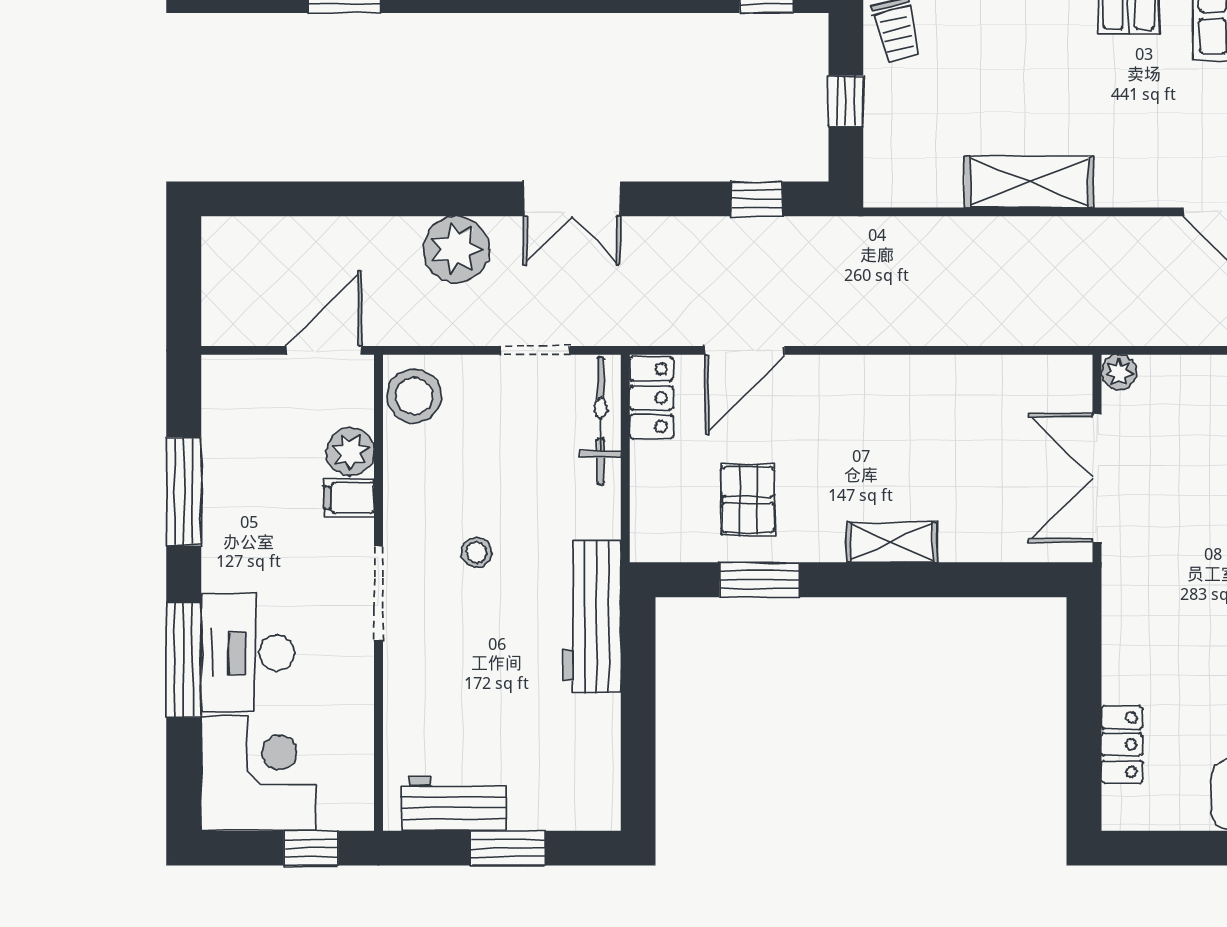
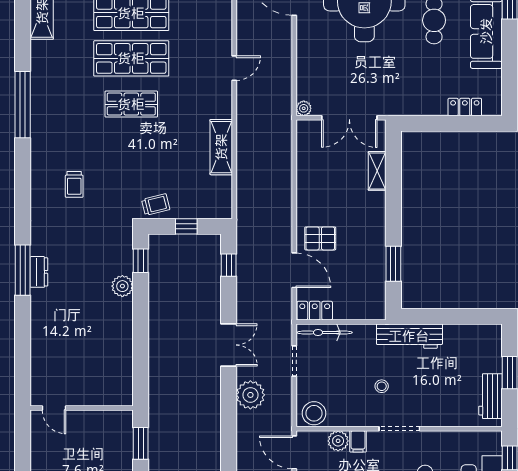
pallet: (748, 500) -> (320, 238), moved
shelving: (892, 542) -> (377, 171), moved

